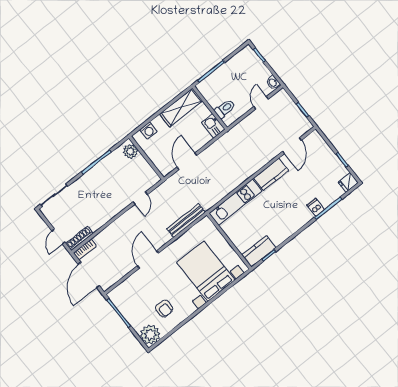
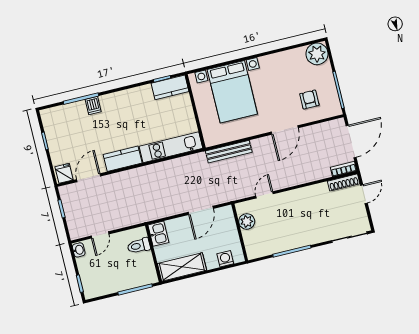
plant: (131, 151) -> (247, 221), moved
fridge: (348, 182) -> (64, 173), moved, turned -90
armchair: (164, 309) -> (309, 99), moved

